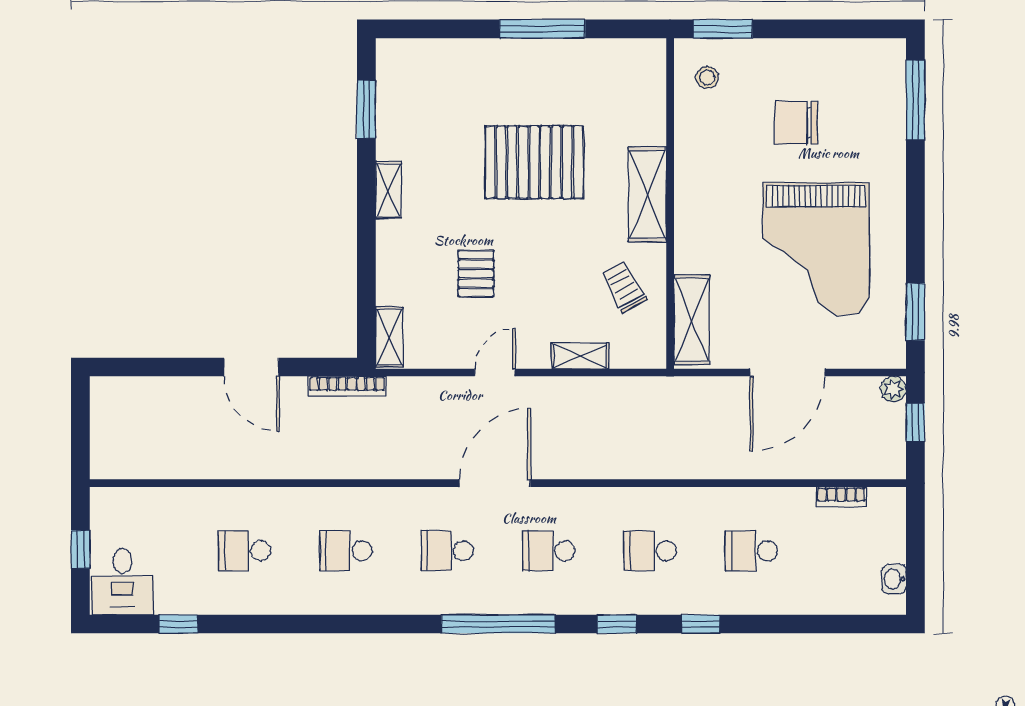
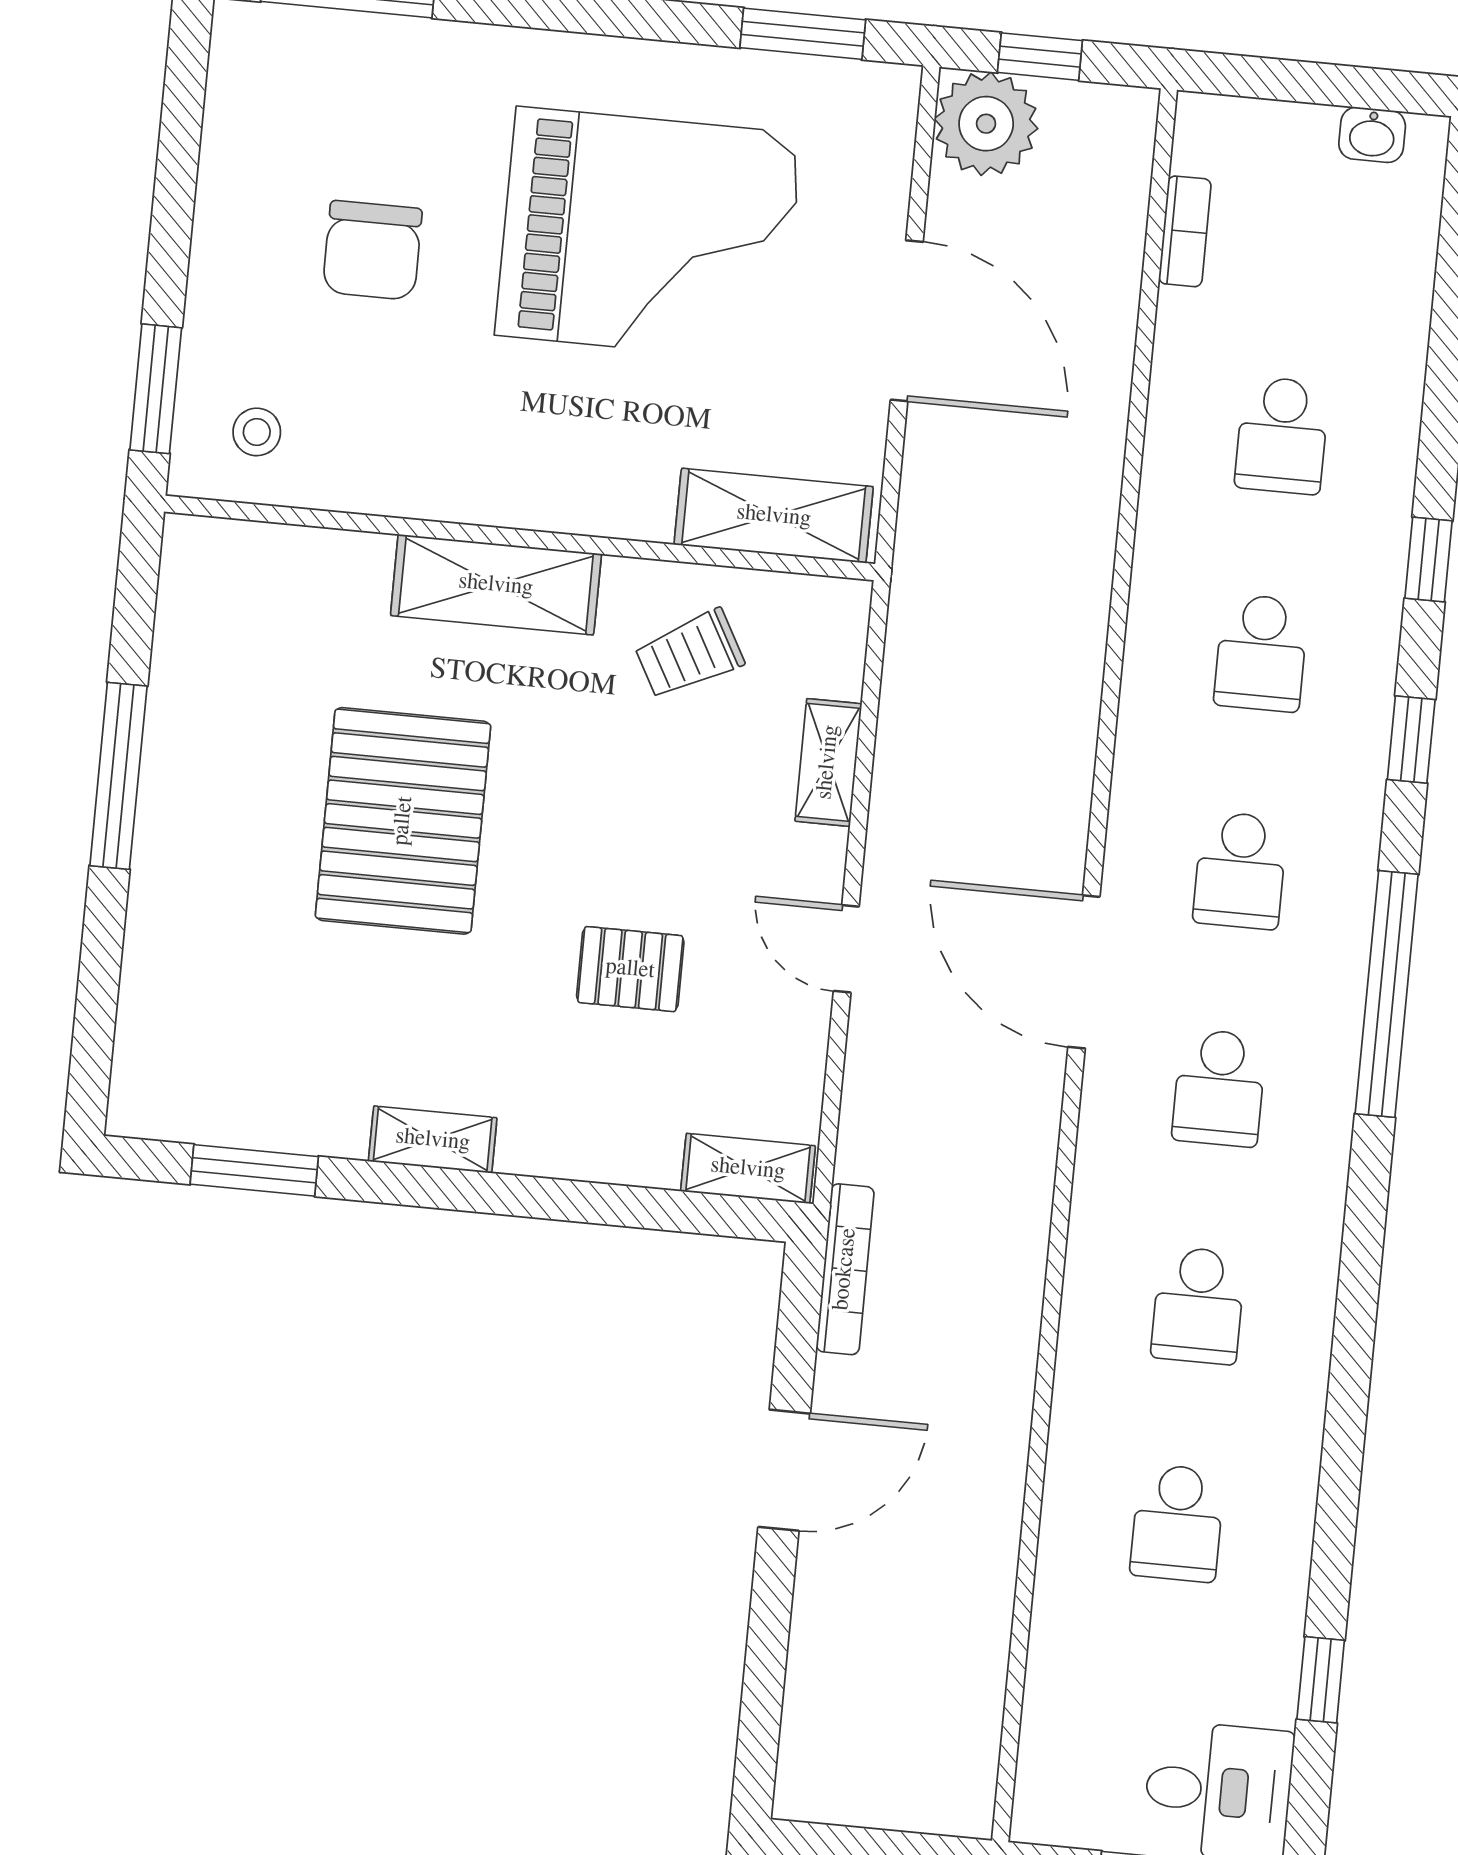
plant: (893, 389) -> (986, 124), width x1.88, depth x1.88

